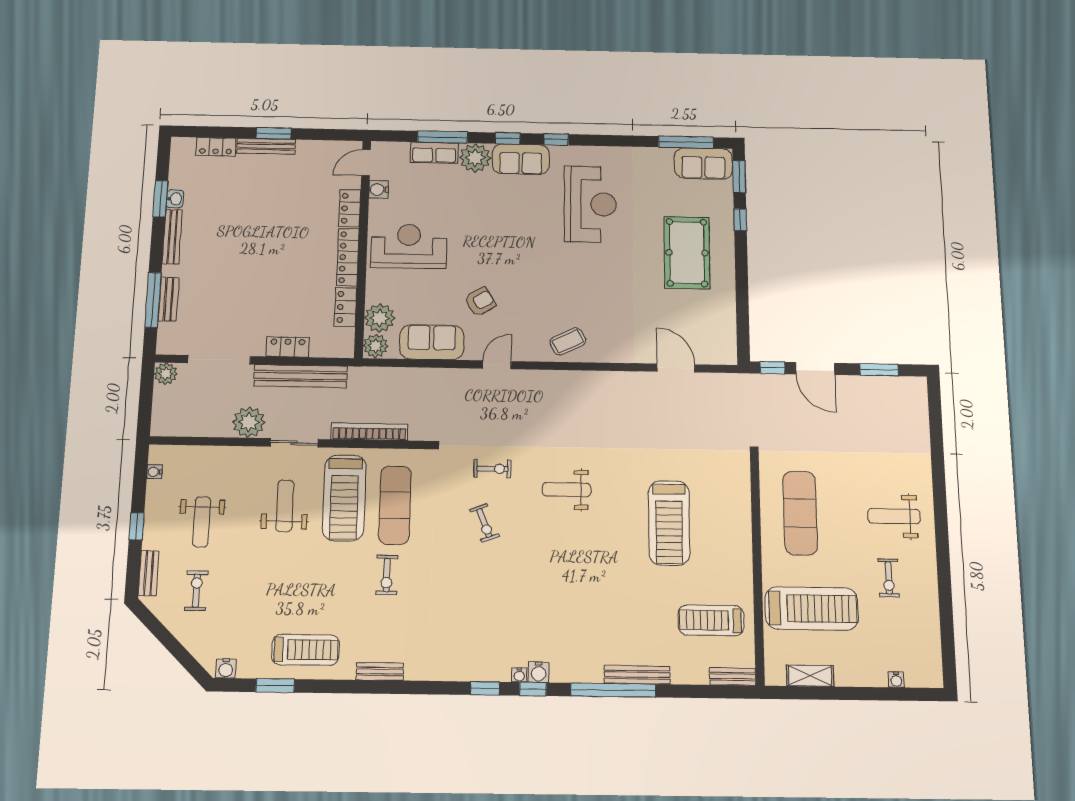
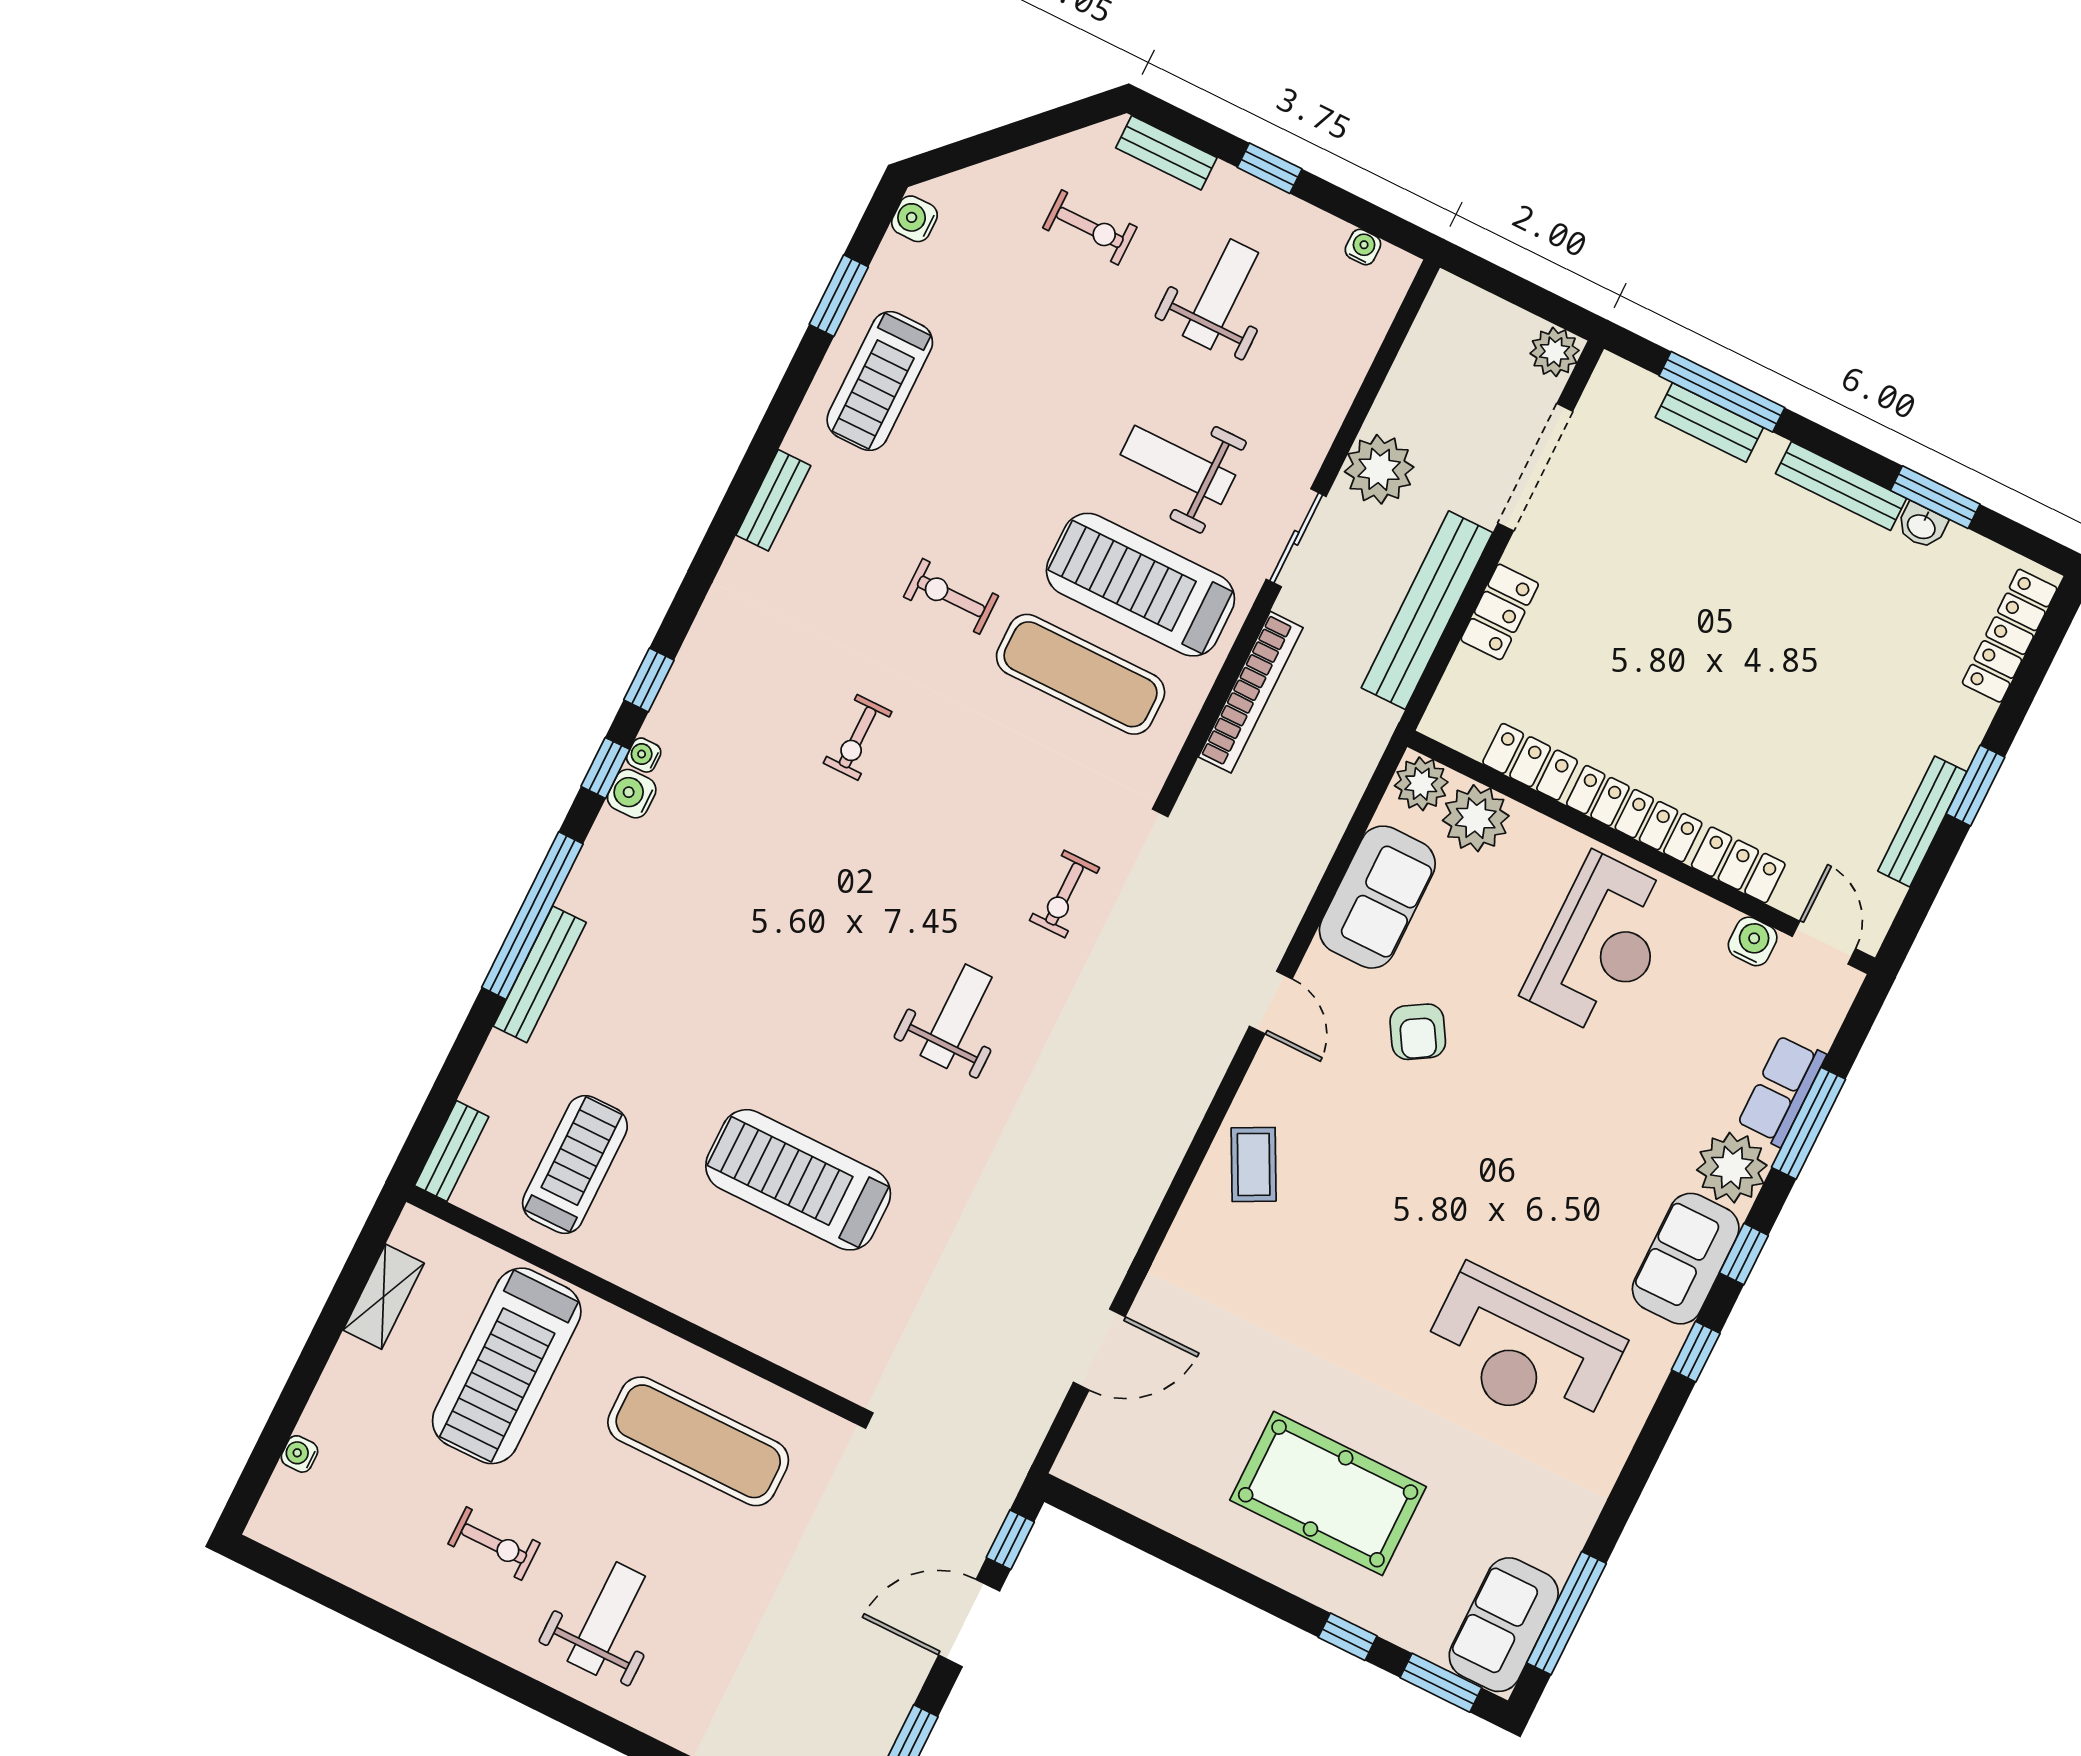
bench: (266, 146) -> (1922, 821), moved
locker: (216, 147) -> (2010, 636), width x1.53
weight bench: (285, 506) -> (1178, 465), turned 180
weight bench: (202, 522) -> (1221, 294), turned 90
exercise bike: (484, 523) -> (858, 737), moved, turned -69
exercise bike: (889, 578) -> (494, 1544), turned 180

